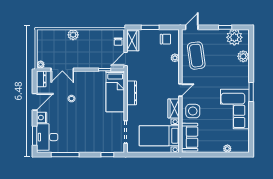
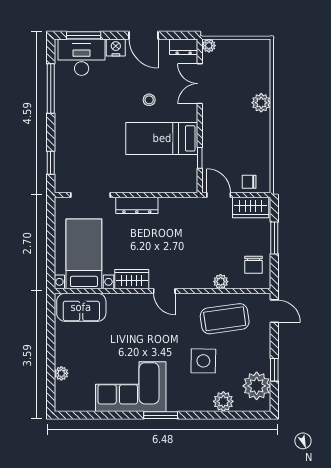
bed: (115, 91) -> (162, 138), moved
dresser: (132, 93) -> (137, 205), moved
side table: (193, 111) -> (203, 361), moved

